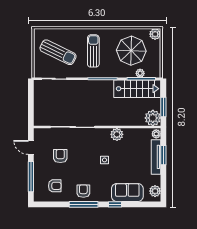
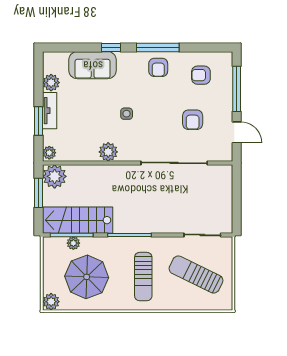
tv unit: (156, 157) -> (50, 111), width x0.71
plant: (155, 191) -> (51, 83), moved

